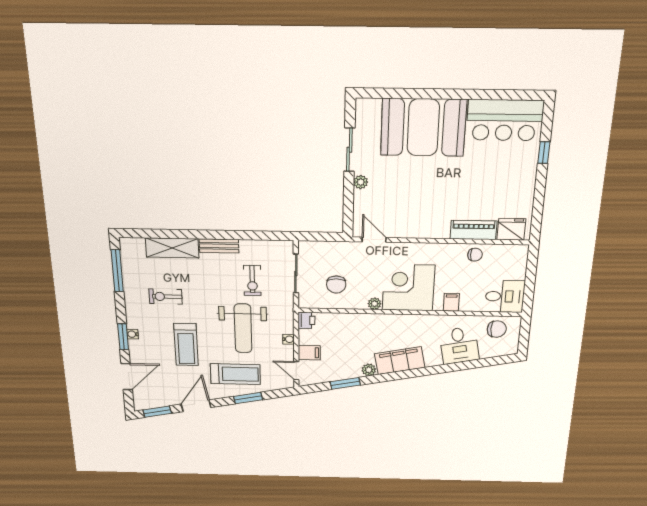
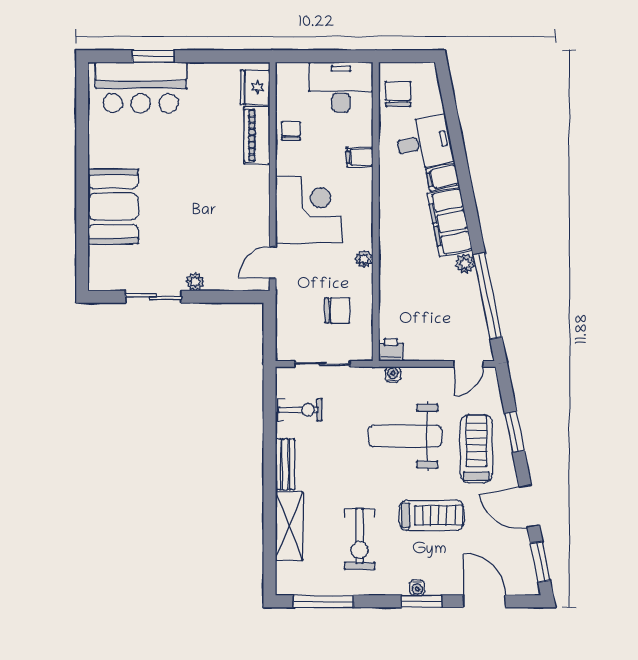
bar counter: (505, 120) -> (141, 87), moved, turned 90
booth: (423, 127) -> (113, 206), width x0.73, depth x0.70
window: (544, 153) -> (153, 56), width x1.50
exercise bike: (252, 280) -> (300, 410), moved
corner desk: (408, 288) -> (309, 210), moved, turned 180
desk: (505, 296) -> (341, 87), width x1.37
exercise bike: (166, 297) -> (360, 539), width x1.38, depth x1.39
weight bench: (243, 328) -> (405, 436), turned 180
water cooler: (288, 339) -> (393, 374), moved
filing cabinet: (309, 353) -> (443, 177), moved, turned -101
window: (345, 383) -> (487, 296), width x2.11

